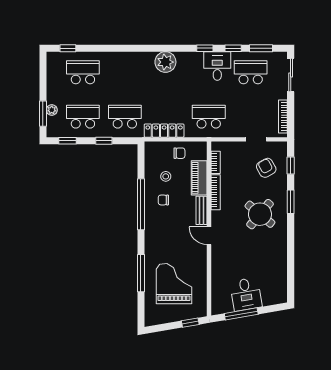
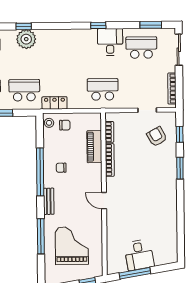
window: (233, 48) -> (24, 26), moved
plant: (165, 62) -> (26, 39), moved
locker: (164, 131) -> (54, 103), width x0.66
chair: (179, 153) -> (65, 125), moved
stool: (166, 176) -> (49, 123), moved
bench: (202, 210) -> (49, 201), moved
round table: (260, 214) -> (151, 180), removed

